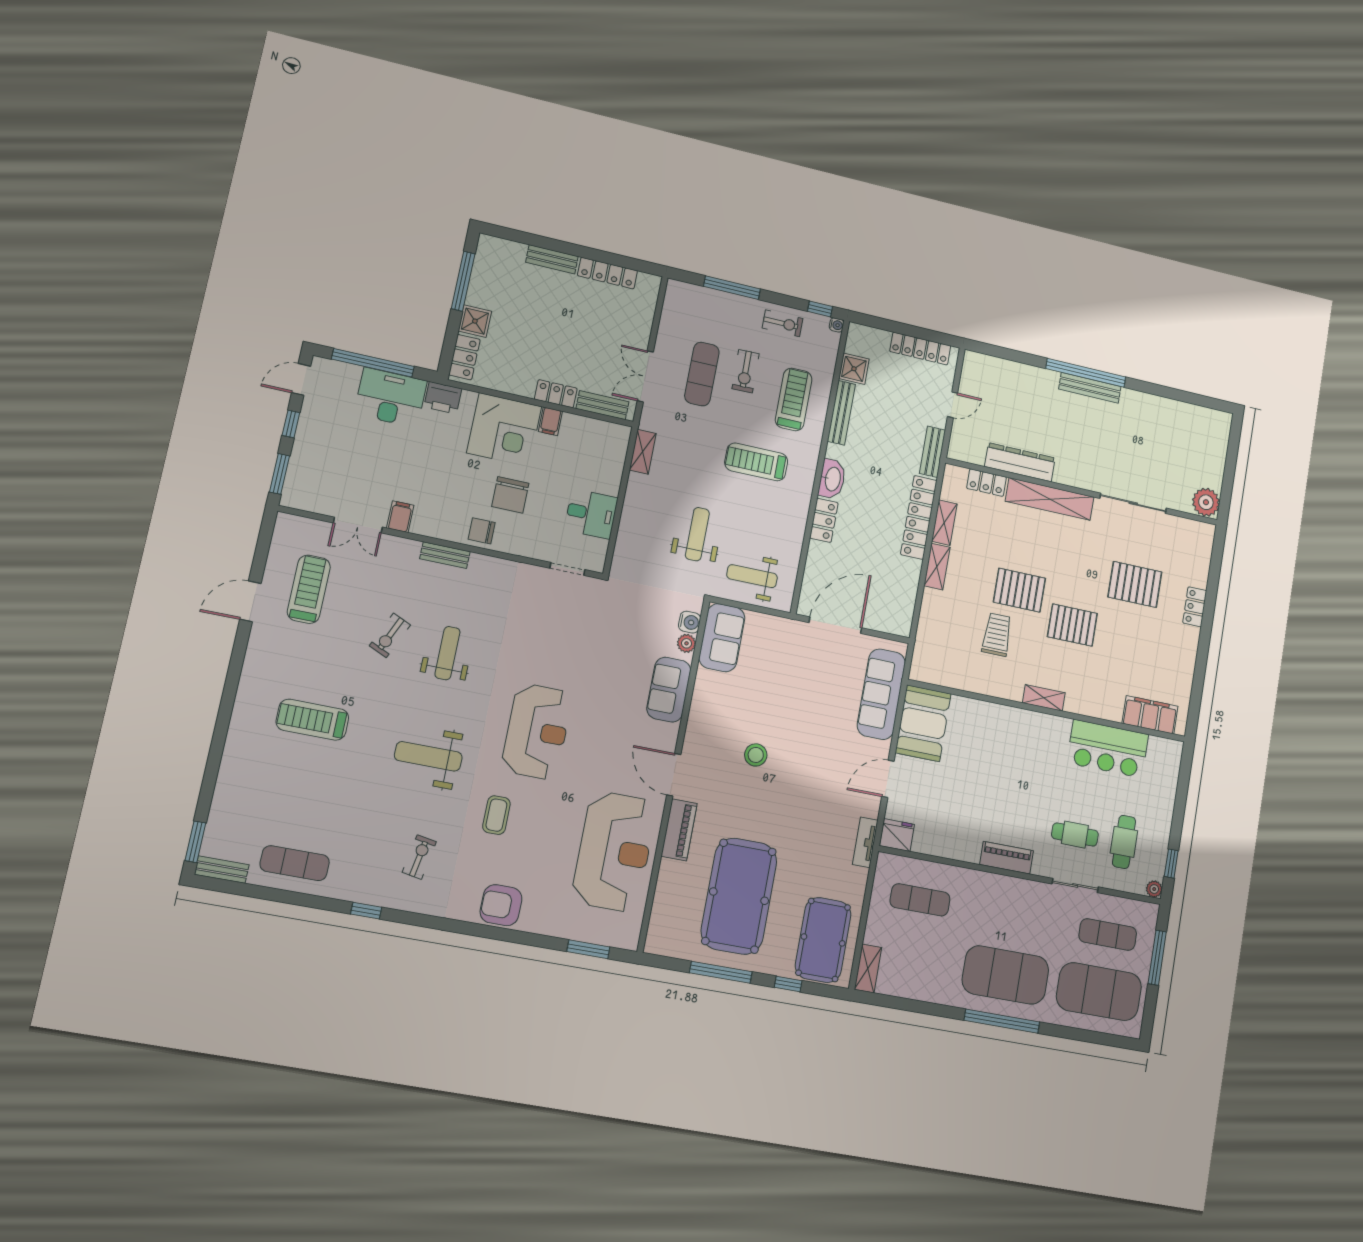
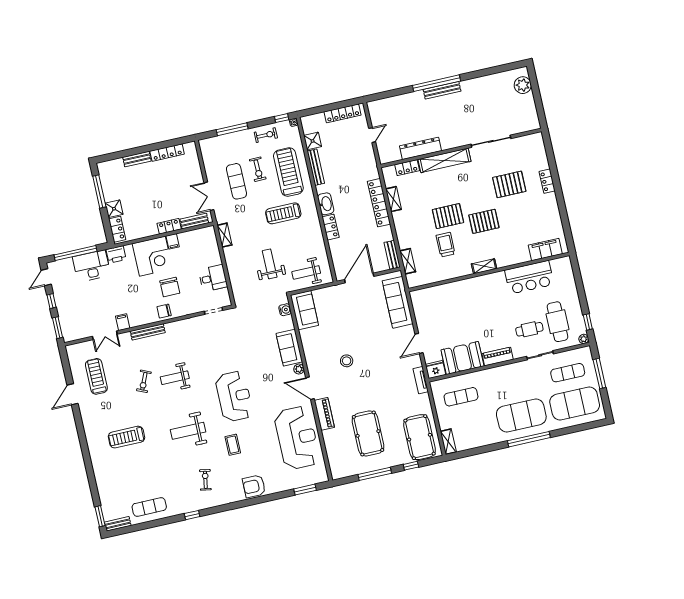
treadmill: (794, 399) -> (288, 172), width x1.37, depth x1.38
bench: (933, 452) -> (392, 255), moved
plant: (1206, 502) -> (523, 85), moved
bench: (445, 555) -> (148, 332), width x1.36
shelving: (937, 567) -> (408, 261), moved
plant: (687, 643) -> (299, 369), moved
weight bench: (447, 653) -> (175, 378), turned -90
booth: (923, 723) -> (462, 358), moved, turned 90
cafe table: (1124, 842) -> (558, 322), width x1.37, depth x1.35
pool table: (739, 896) -> (368, 433), width x0.73, depth x0.76

